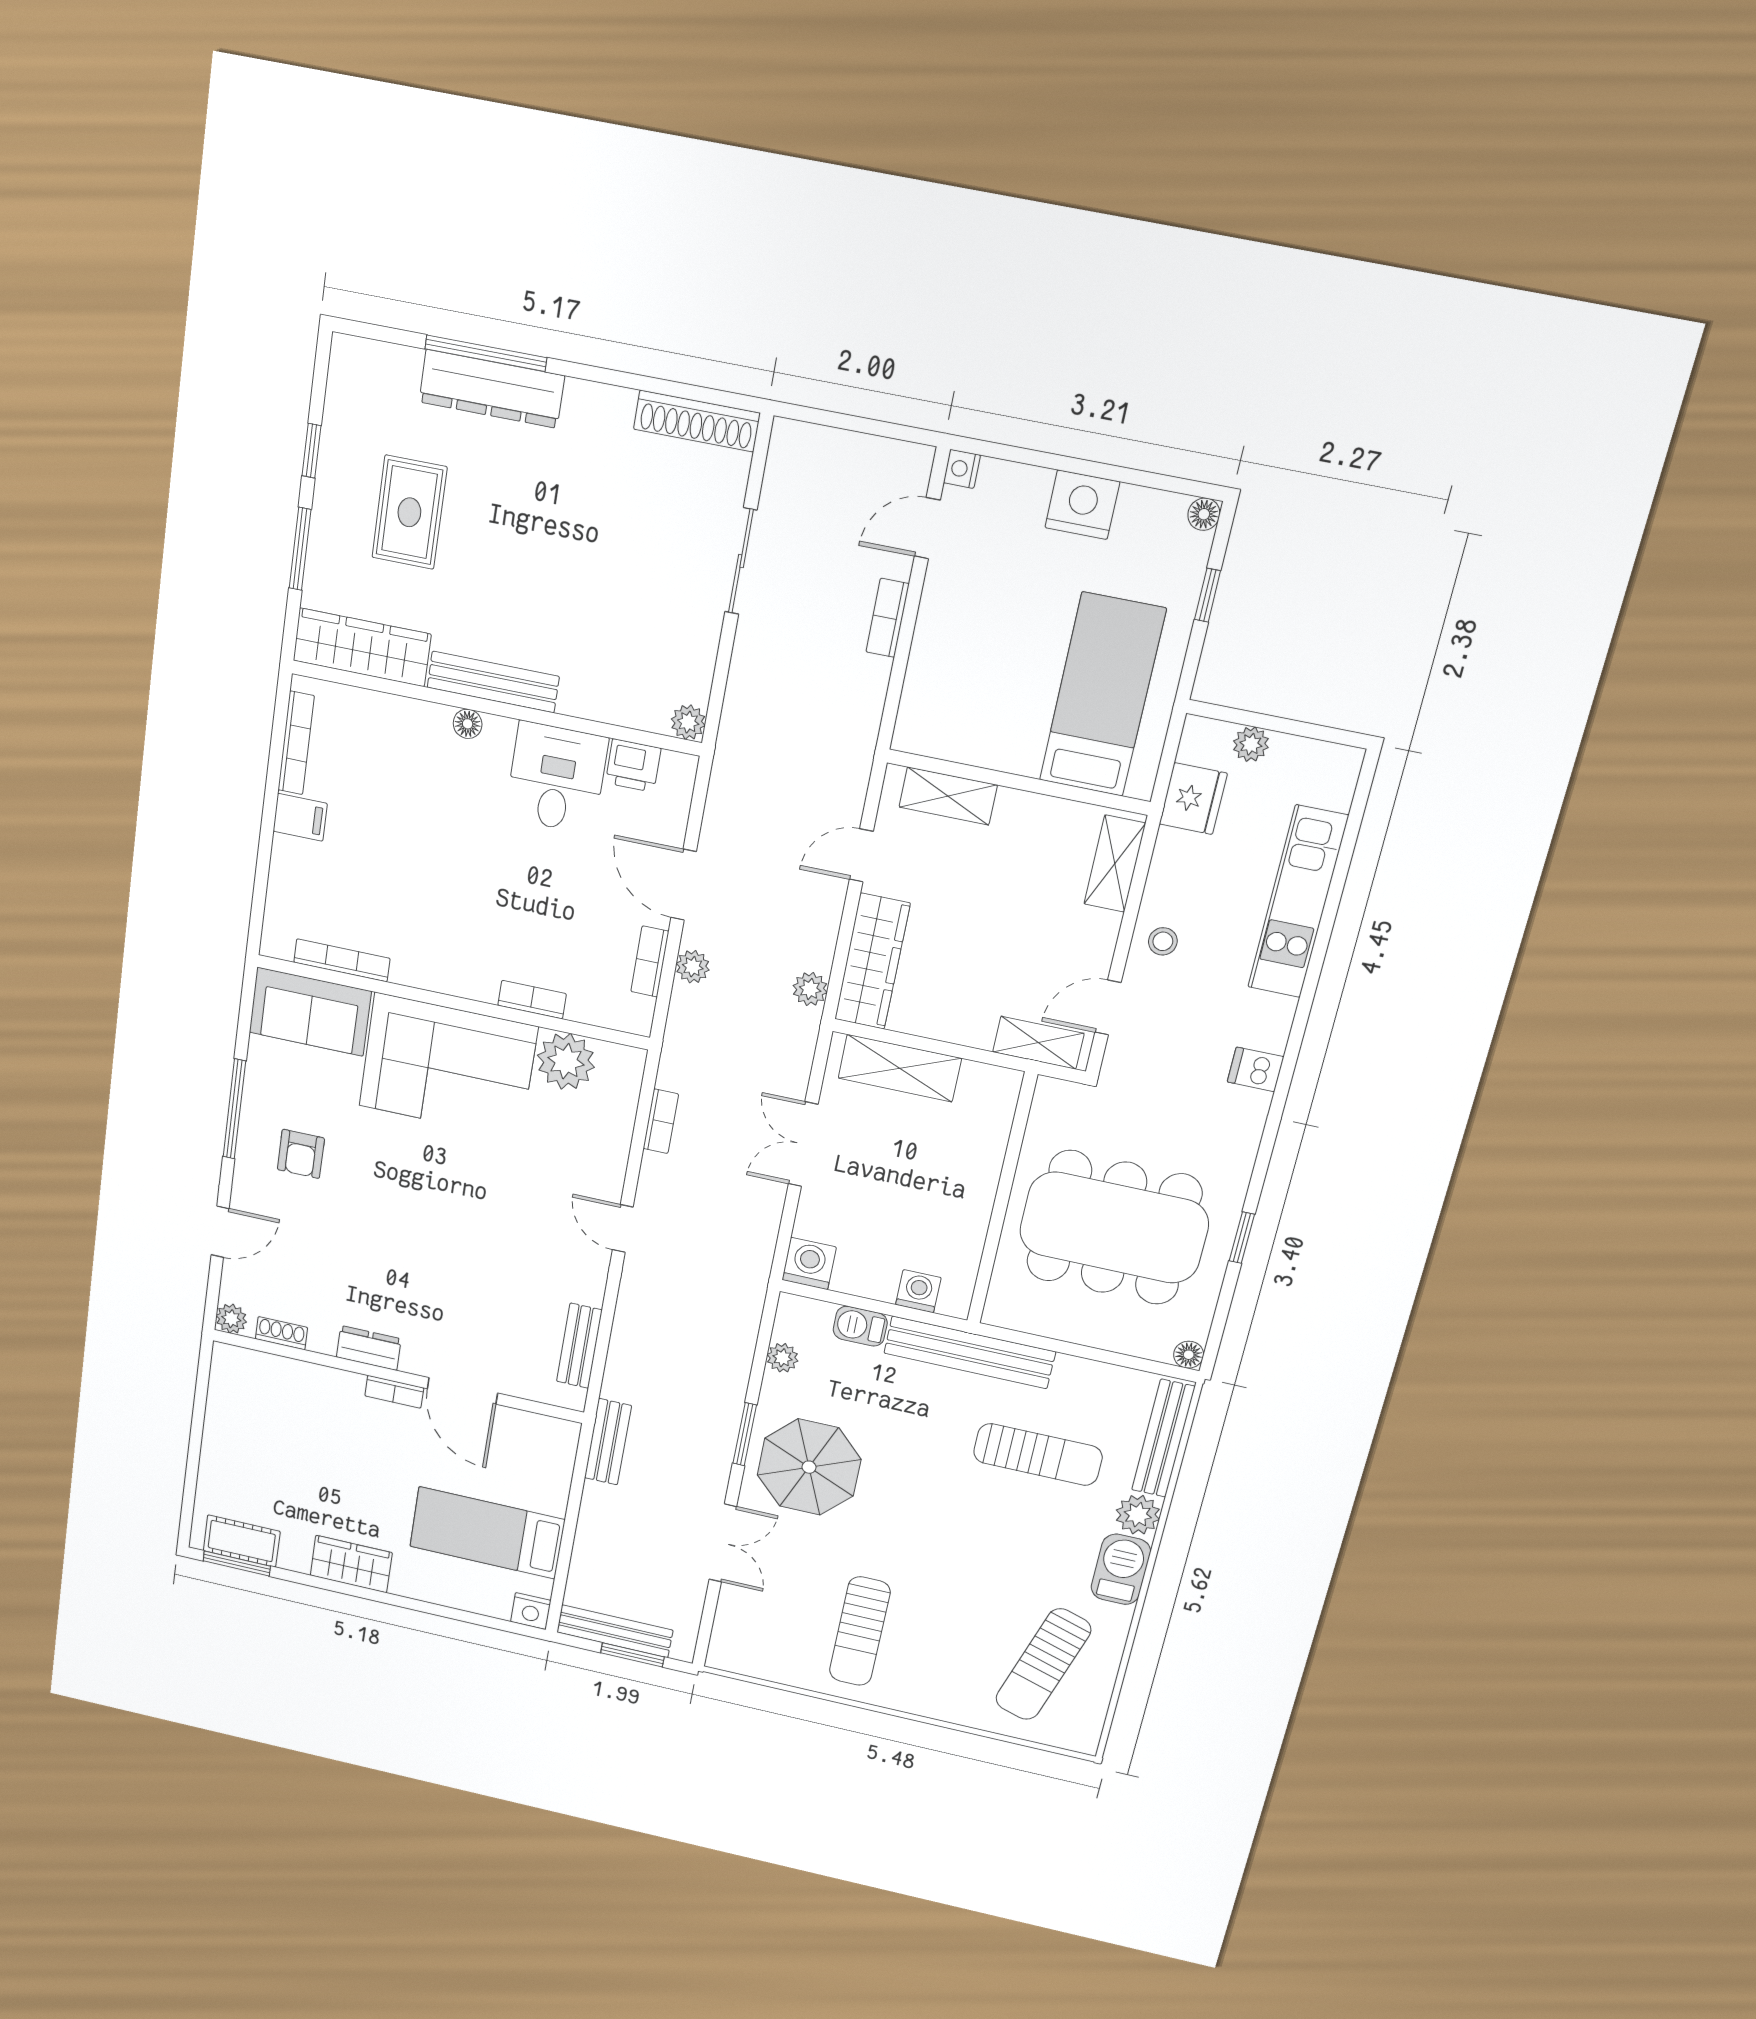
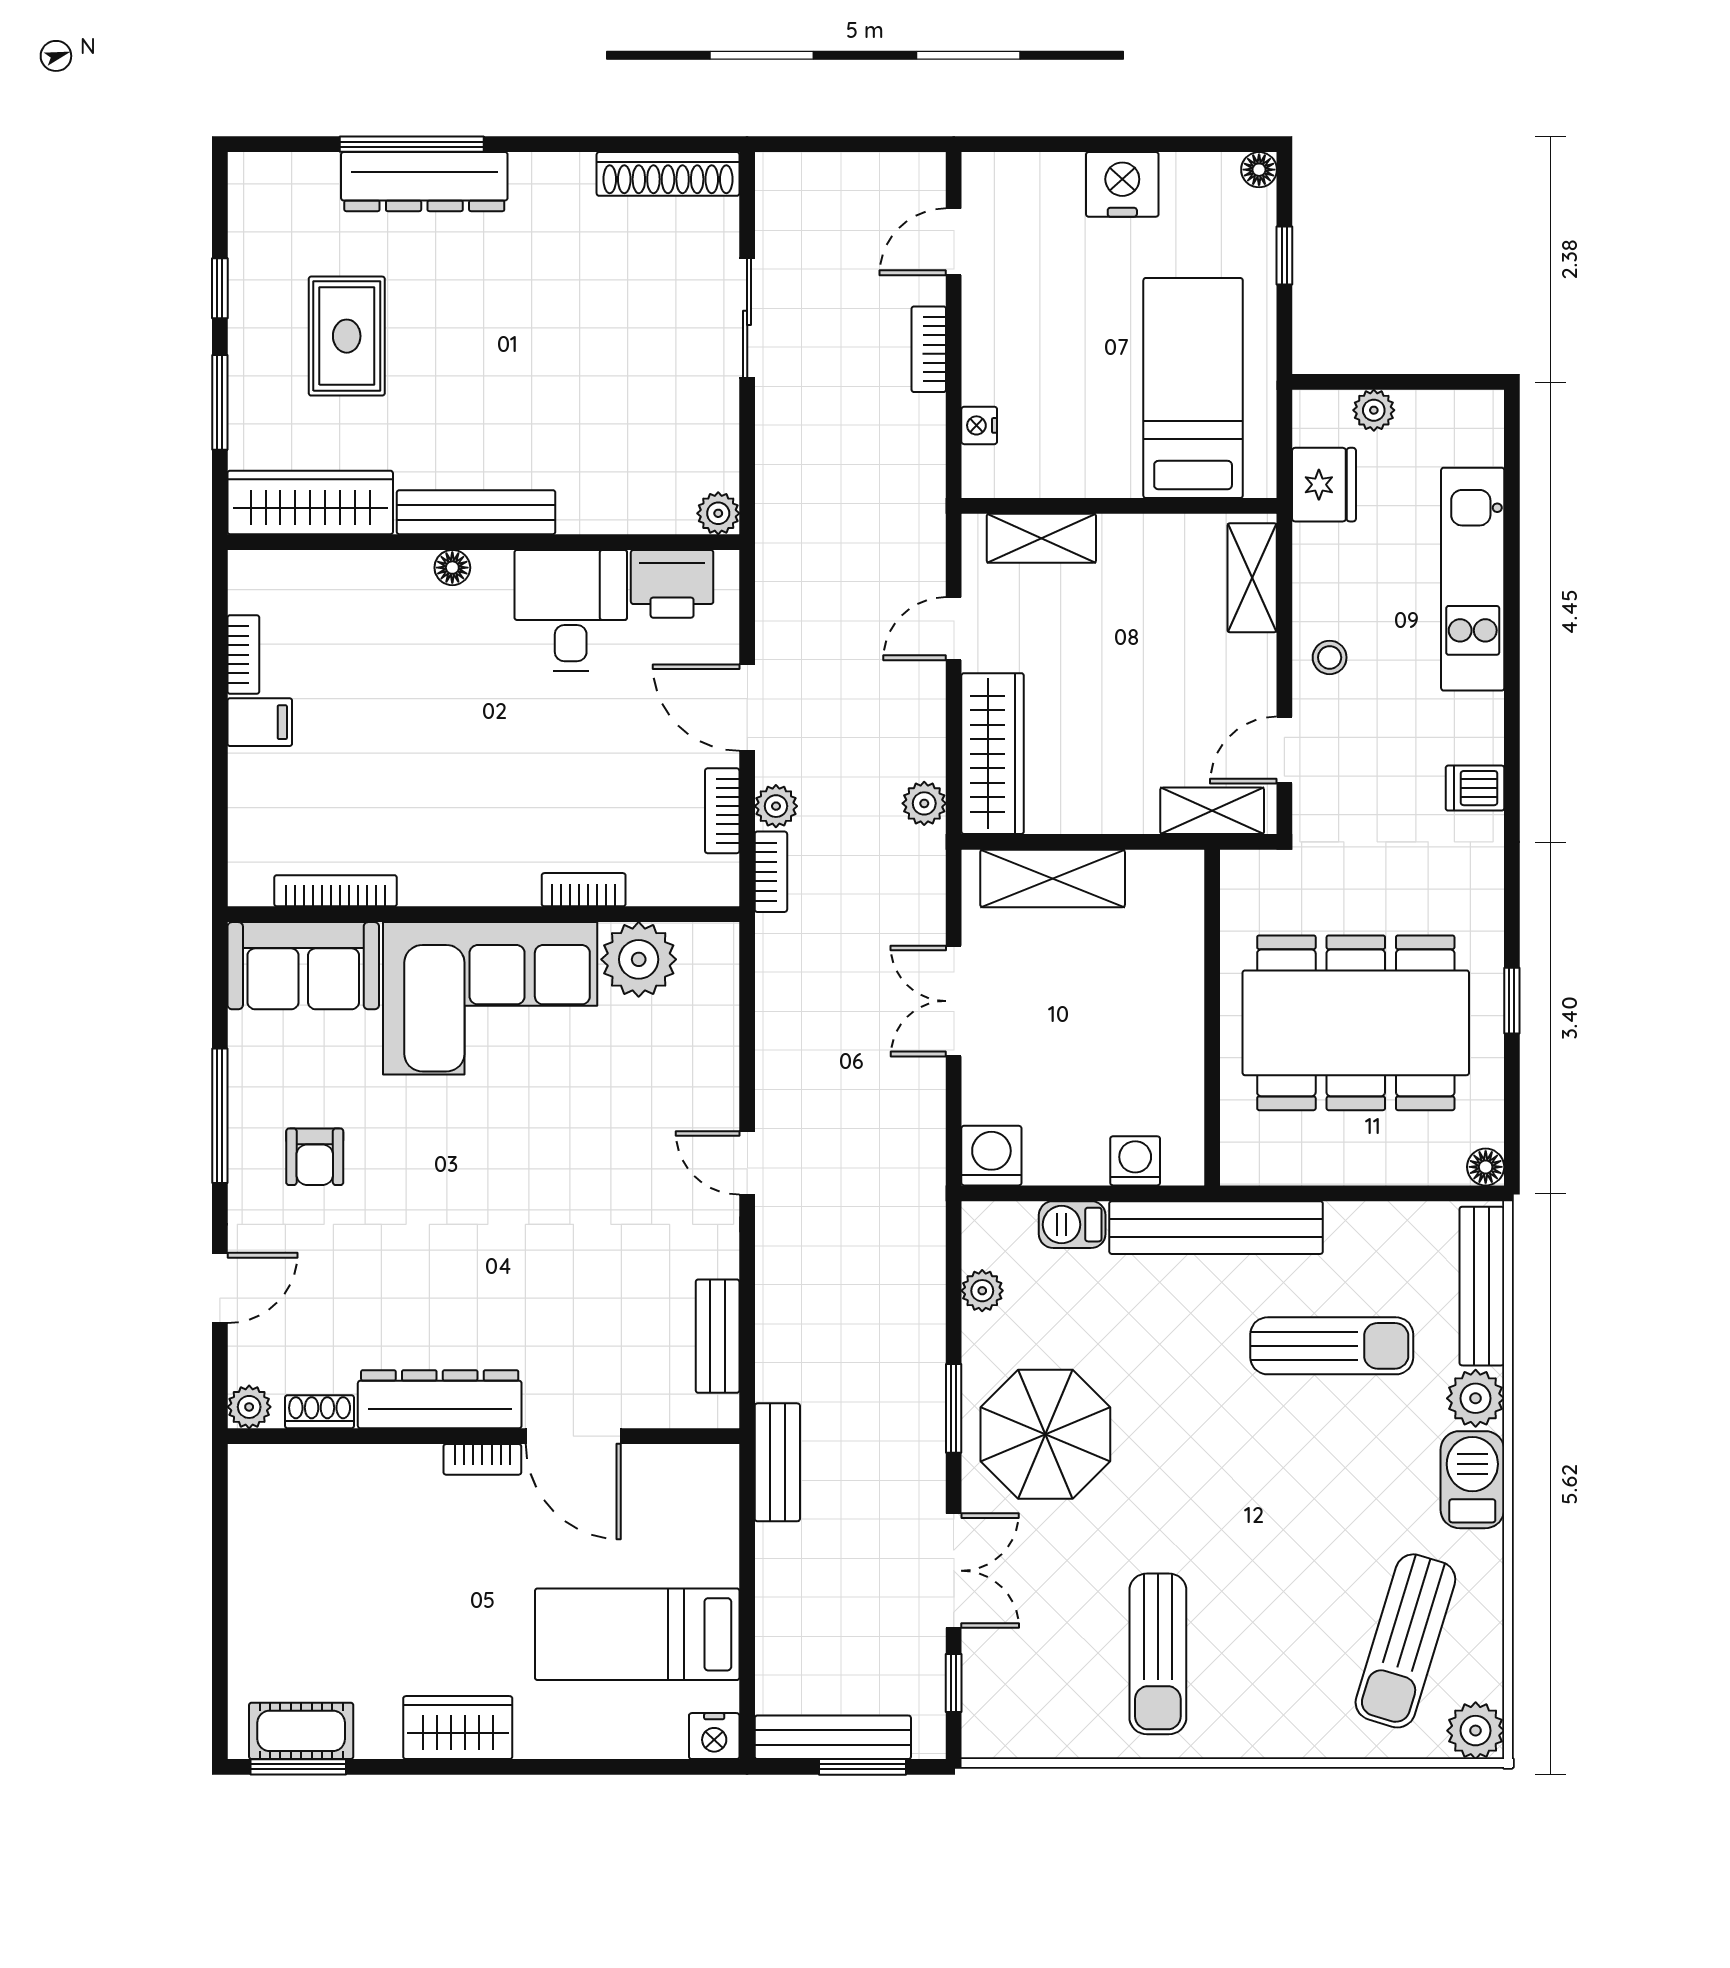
nightstand: (962, 469) -> (979, 425), moved
bookcase: (296, 743) -> (243, 655), width x0.64
printer: (633, 766) -> (672, 584), width x1.36, depth x1.24
bookcase: (661, 1121) -> (771, 872), moved
dresser: (369, 1348) -> (440, 1399), width x1.96, depth x1.24
window: (708, 1616) -> (954, 1683), added
plant: (1080, 1734) -> (1476, 1731), added

